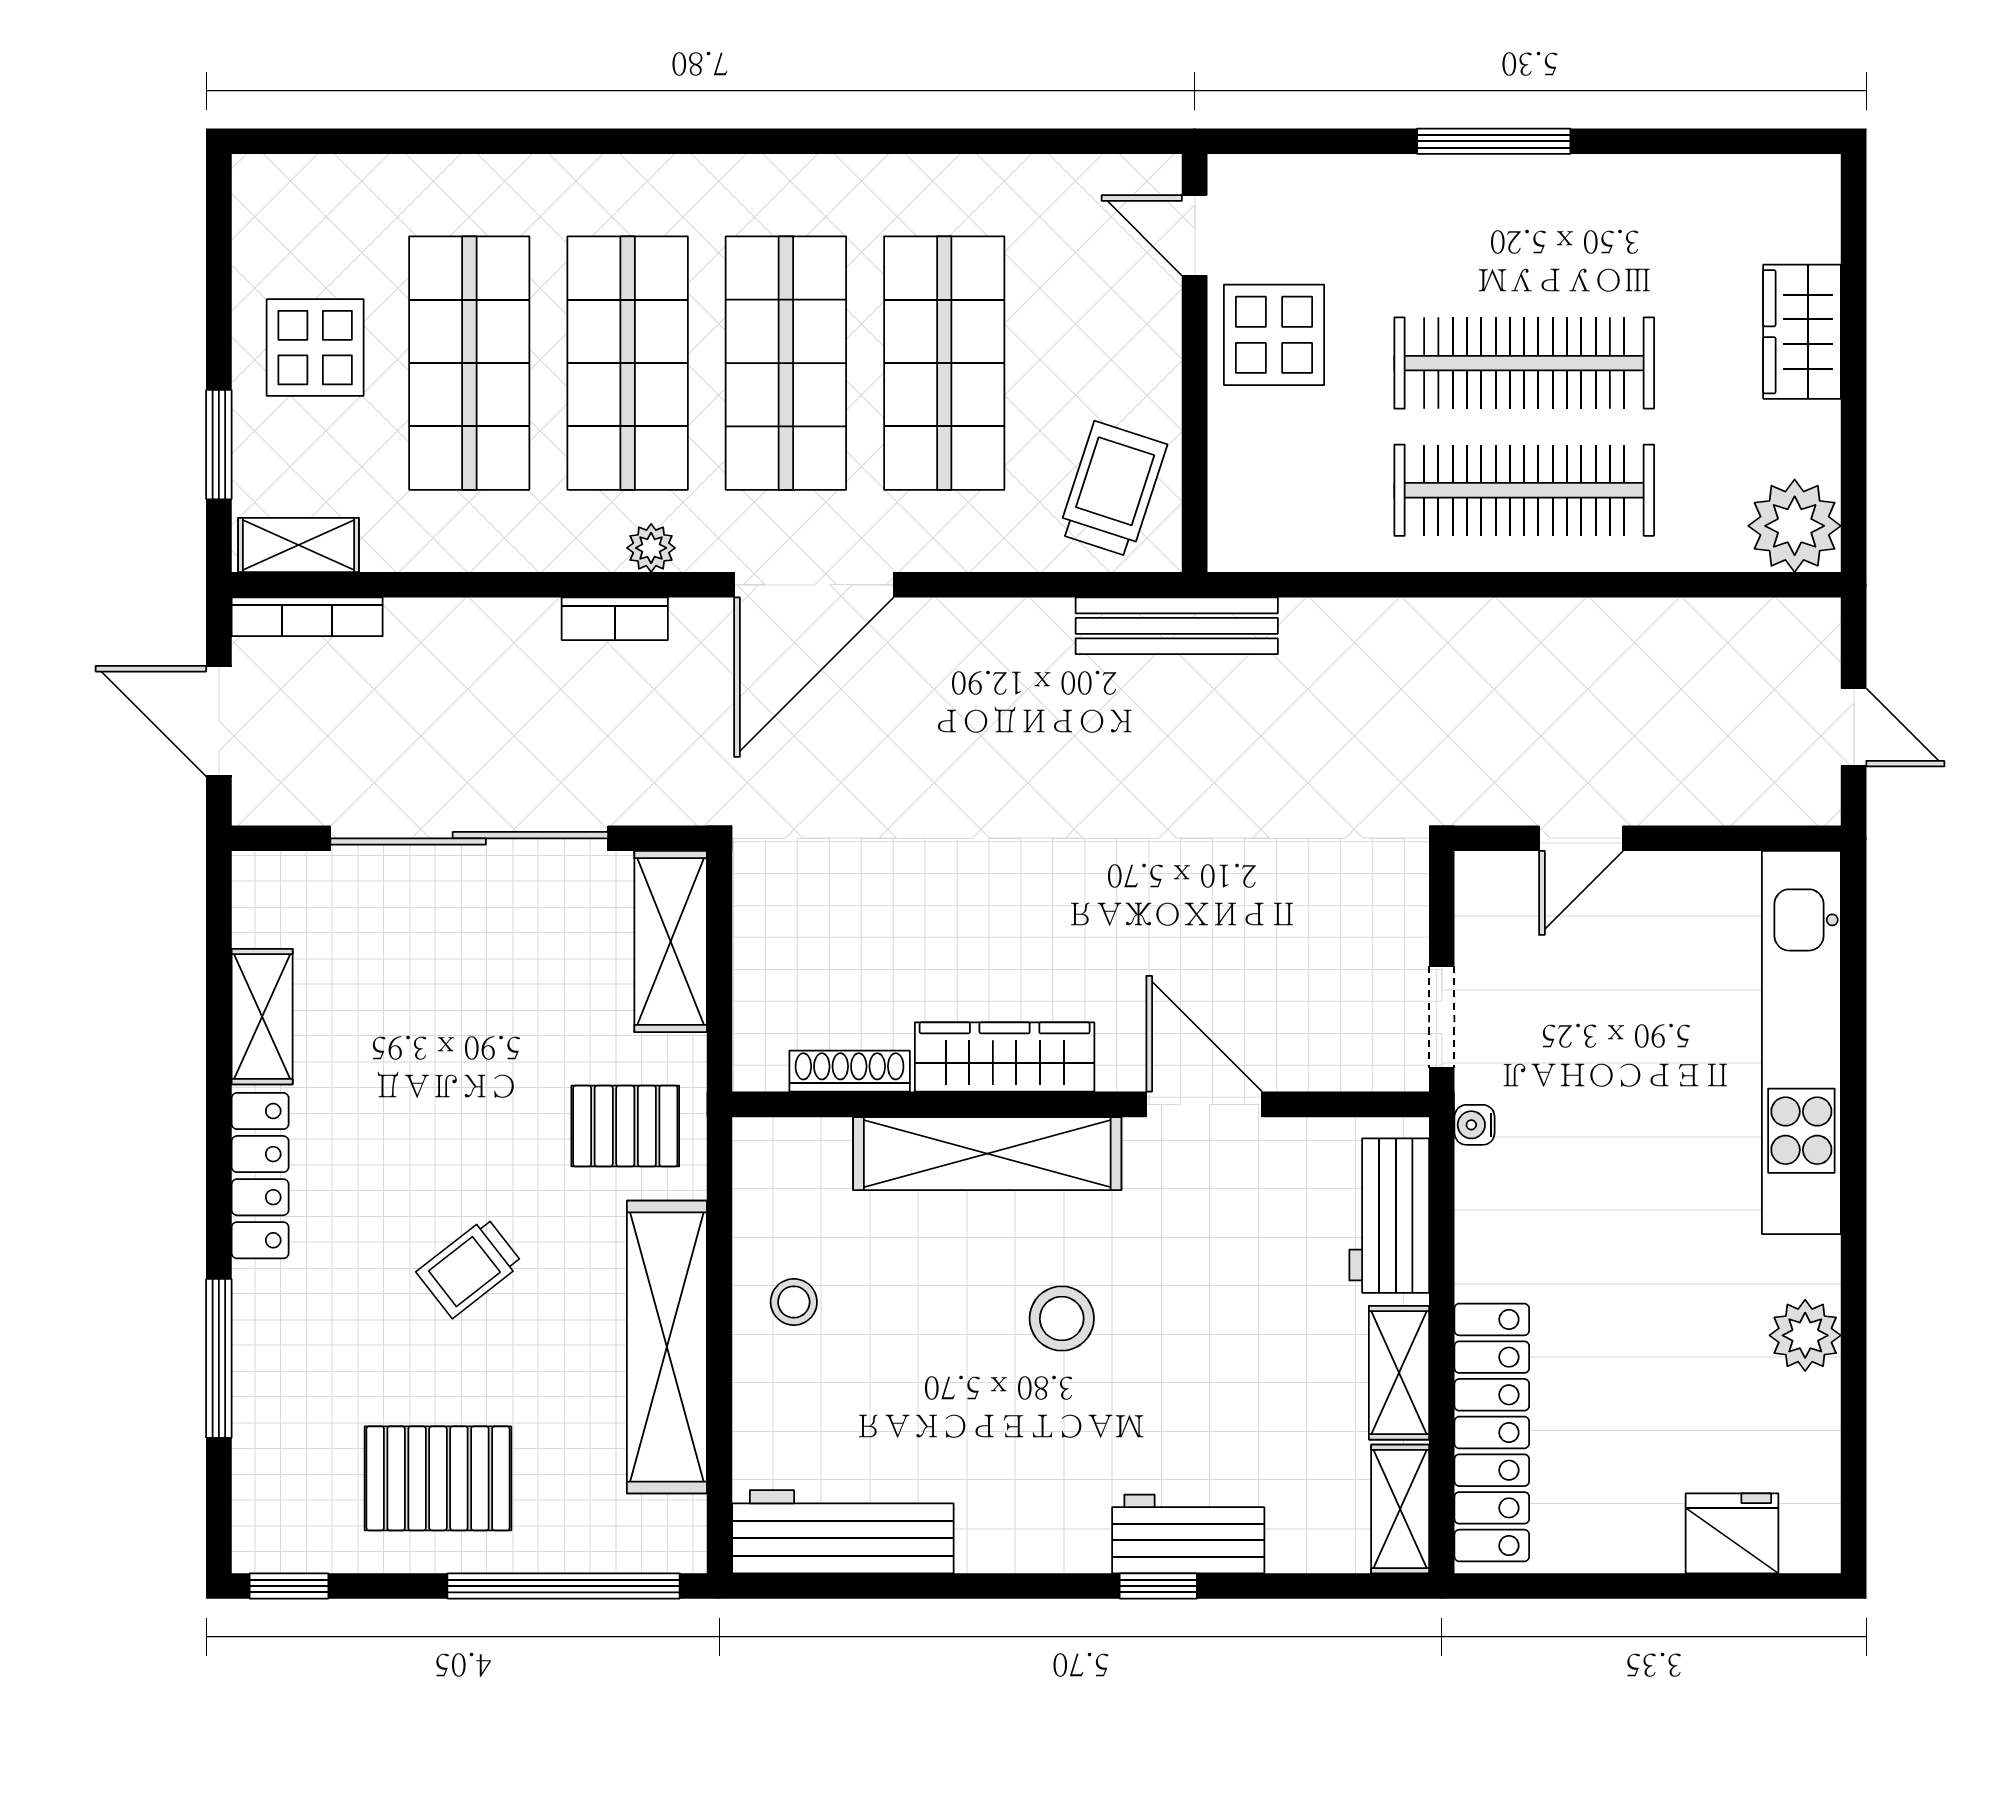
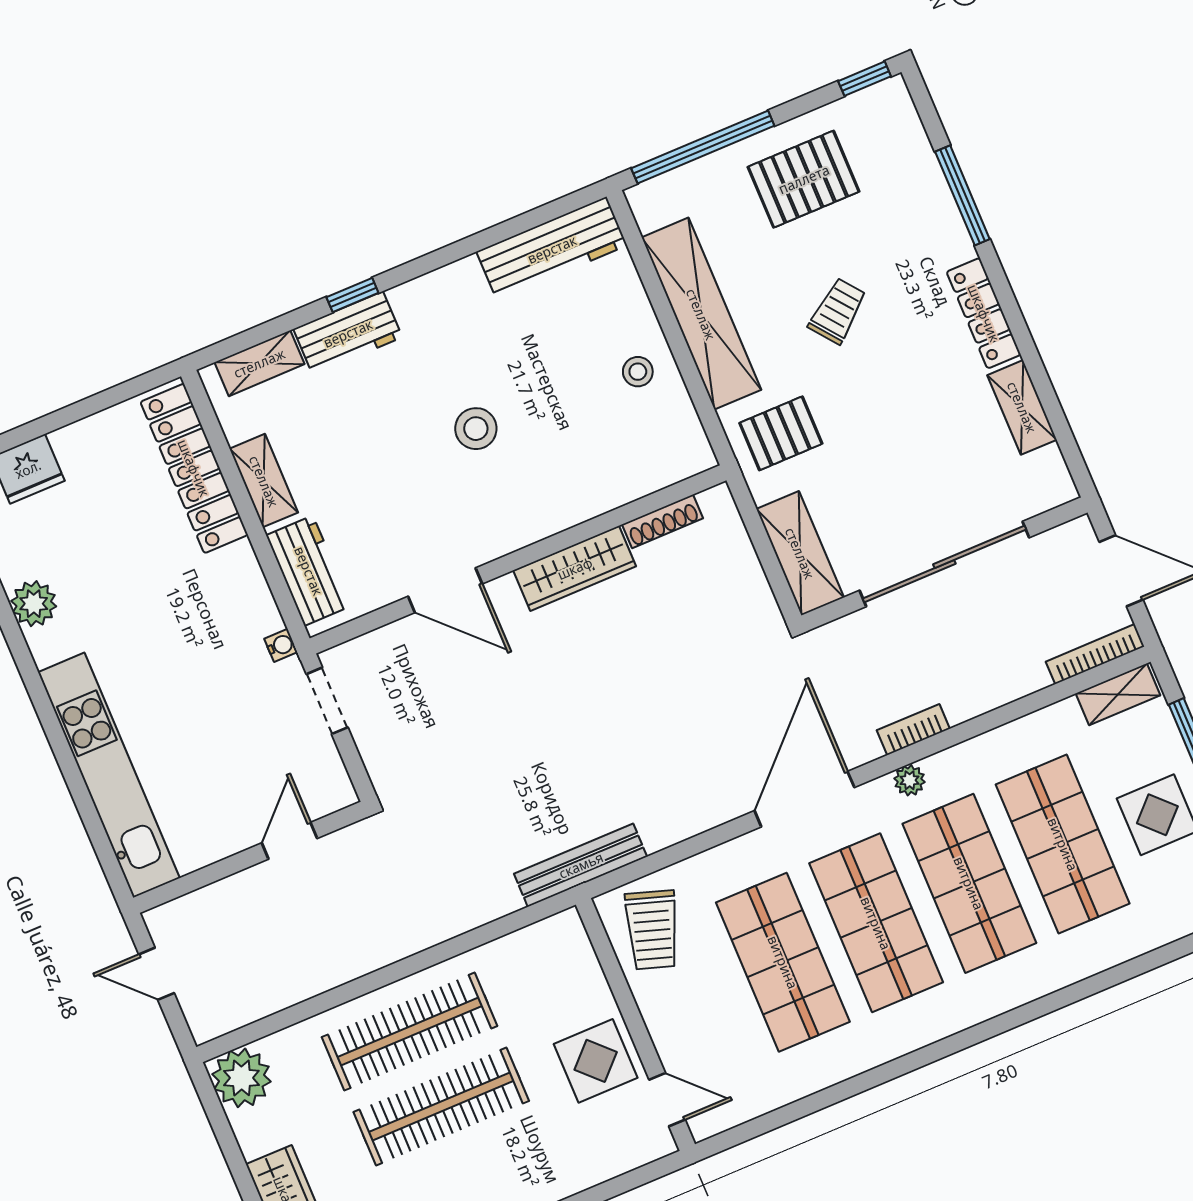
shelving: (987, 1154) -> (561, 507), removed
shelving: (1400, 1509) -> (259, 363), moved, turned 90

